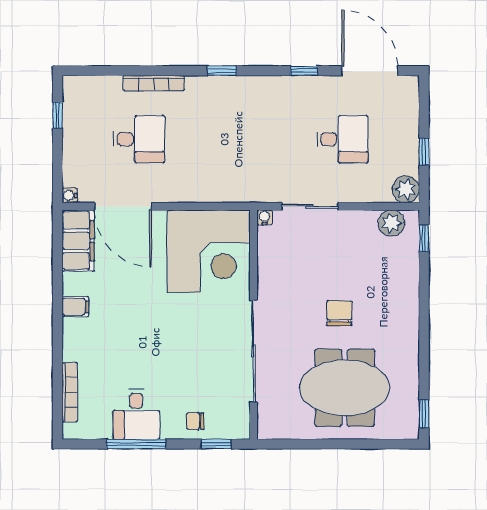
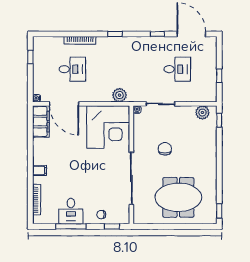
plant: (406, 189) -> (120, 95), moved
filing cabinet: (75, 307) -> (40, 170), moved
chair: (339, 313) -> (165, 149), moved

